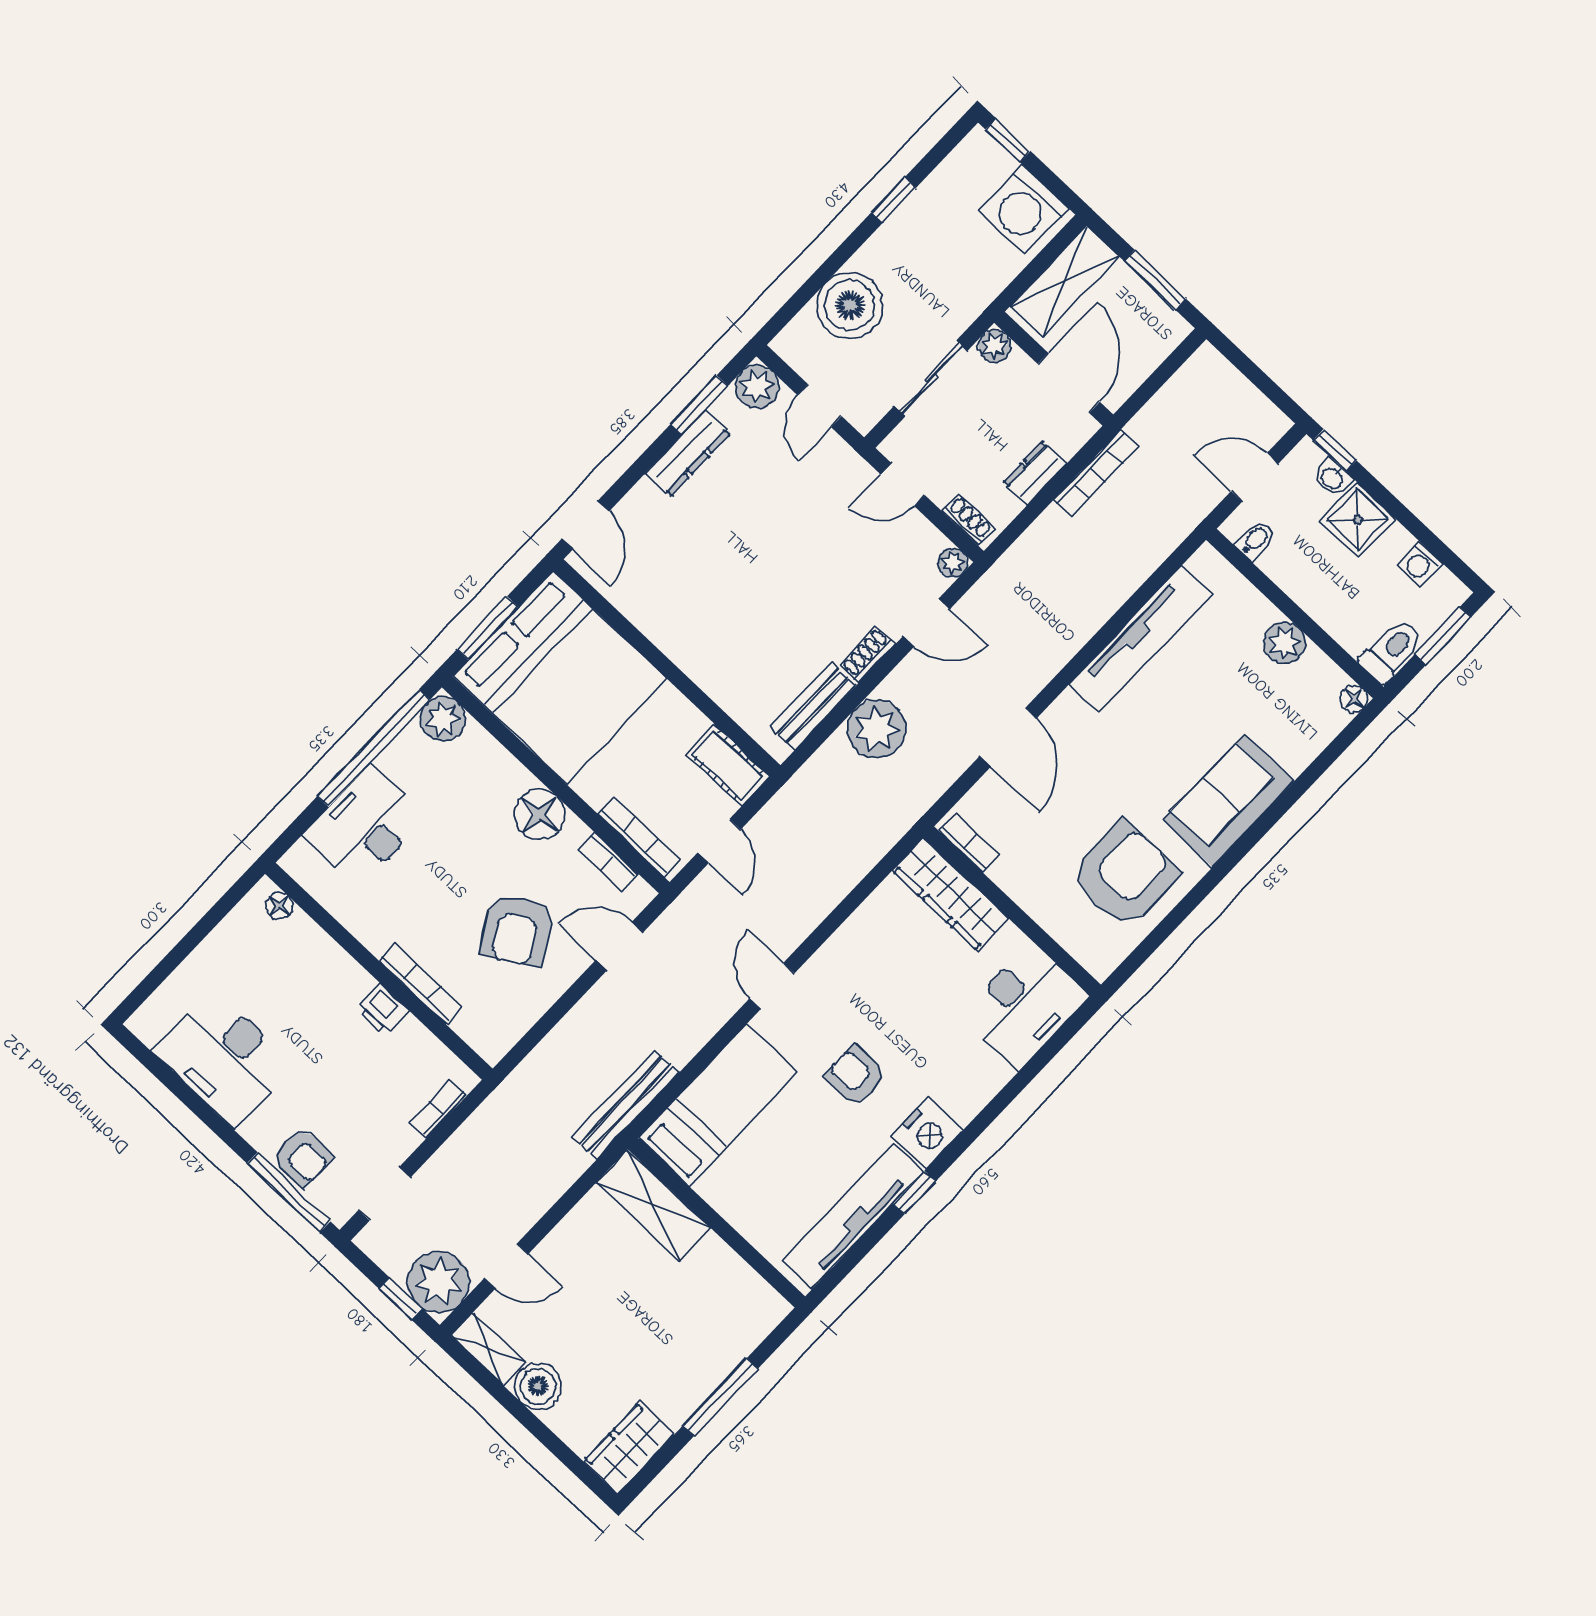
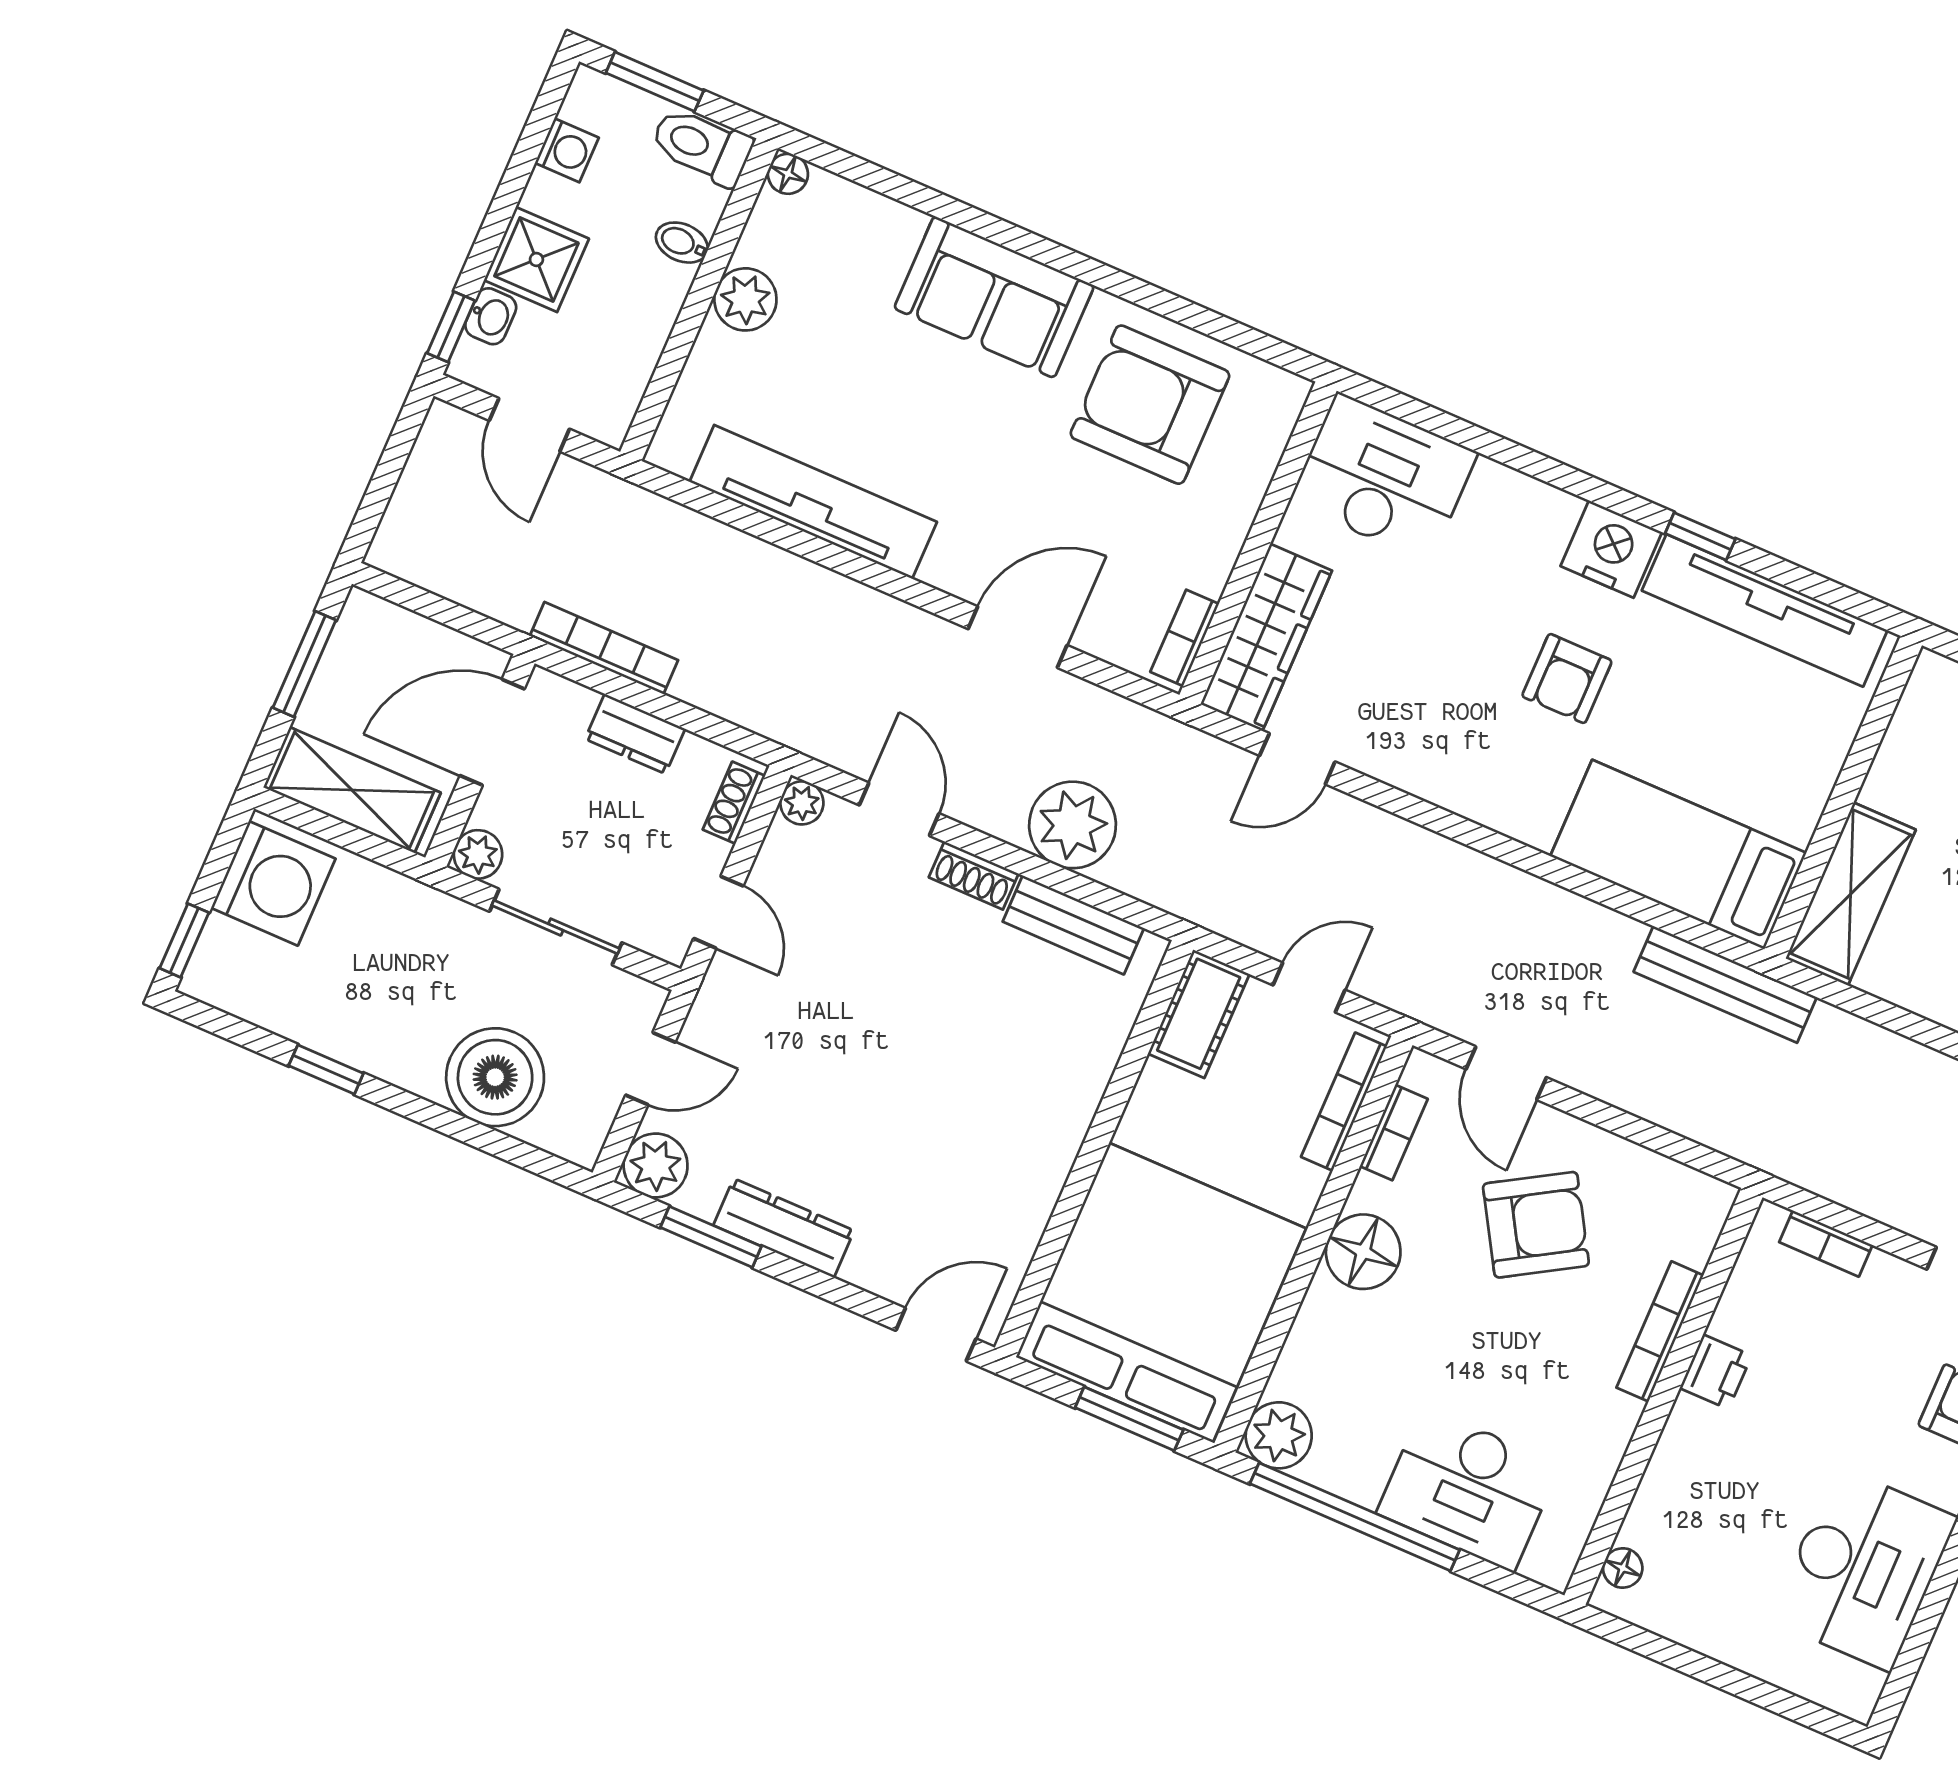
bidet: (1255, 540) -> (682, 243), moved
door: (772, 986) -> (1297, 759), moved

